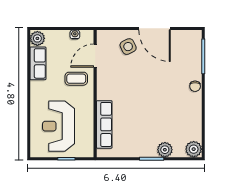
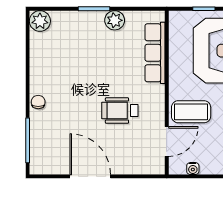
side table: (128, 47) -> (124, 153), removed
coffee table: (76, 79) -> (191, 112), width x1.36, depth x1.30
wheelchair: (132, 80) -> (120, 111), added
plant: (165, 150) -> (115, 20), moved

